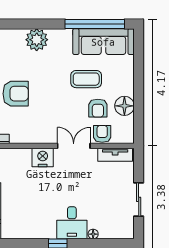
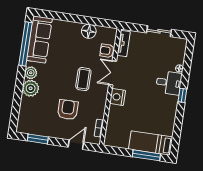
plant: (57, 37) -> (31, 73), added
coffee table: (86, 79) -> (83, 79), moved
armchair: (98, 108) -> (88, 51), removed

